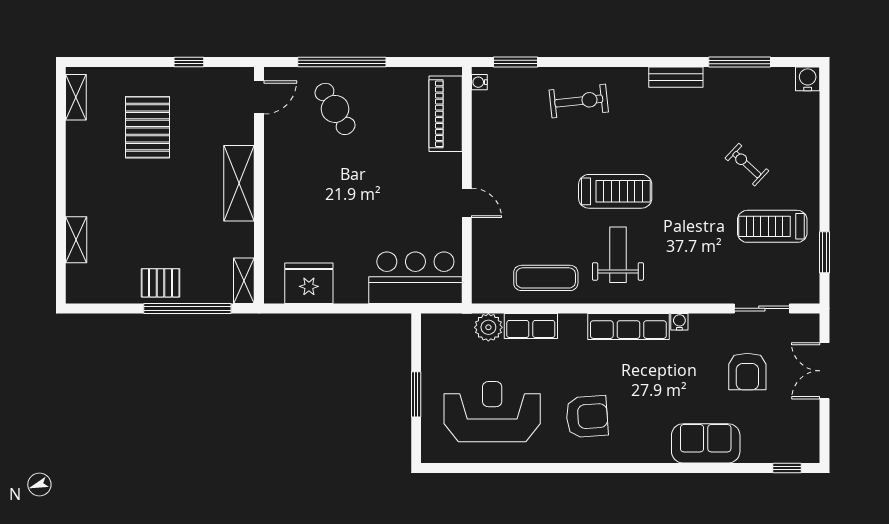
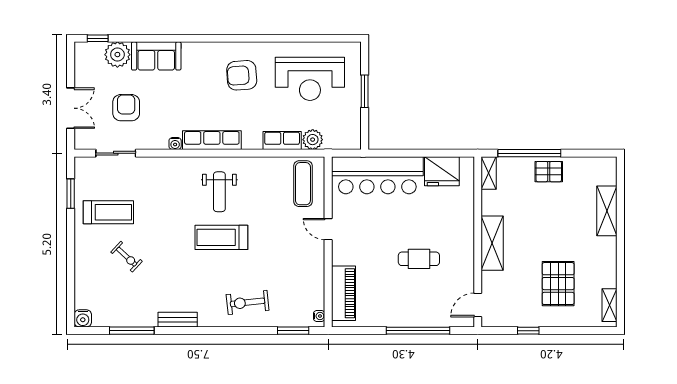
cafe table: (335, 109) -> (419, 259), moved, turned -58
shelving: (76, 240) -> (607, 211), width x1.50, depth x1.33
bar counter: (415, 278) -> (377, 175), width x1.36
exercise mat: (546, 278) -> (303, 184), moved, turned 90
plant: (760, 445) -> (117, 55), added

